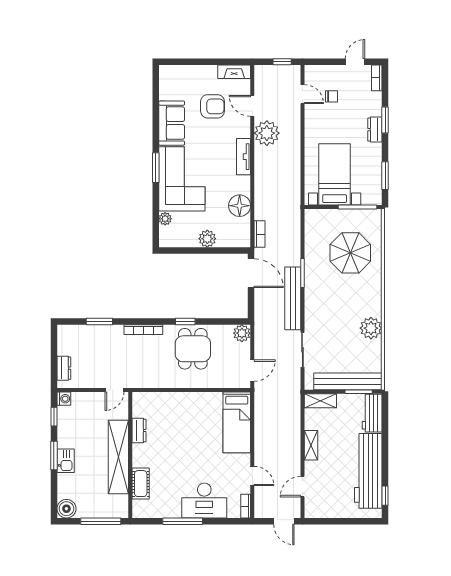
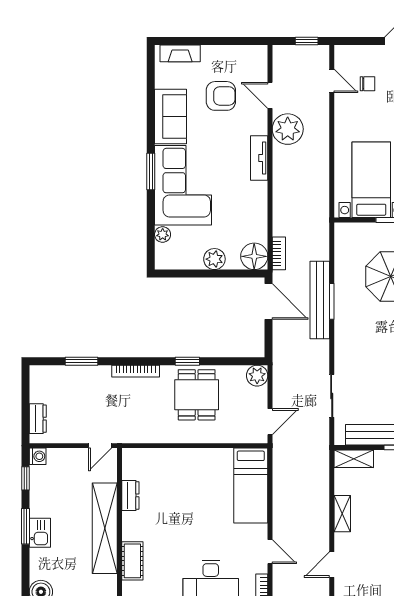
fireplace: (234, 72) -> (180, 53), moved
floor lamp: (240, 206) -> (254, 256), moved
bench: (293, 298) -> (320, 300), moved

